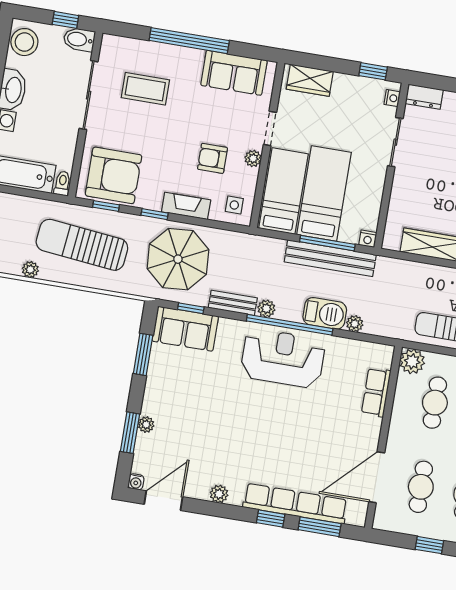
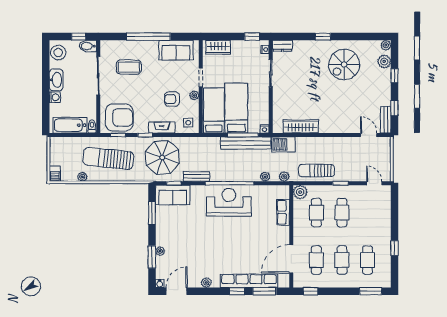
plant: (266, 309) -> (284, 176), moved
barbecue: (325, 313) -> (283, 144), moved, turned 180
window: (429, 545) -> (310, 291), moved

